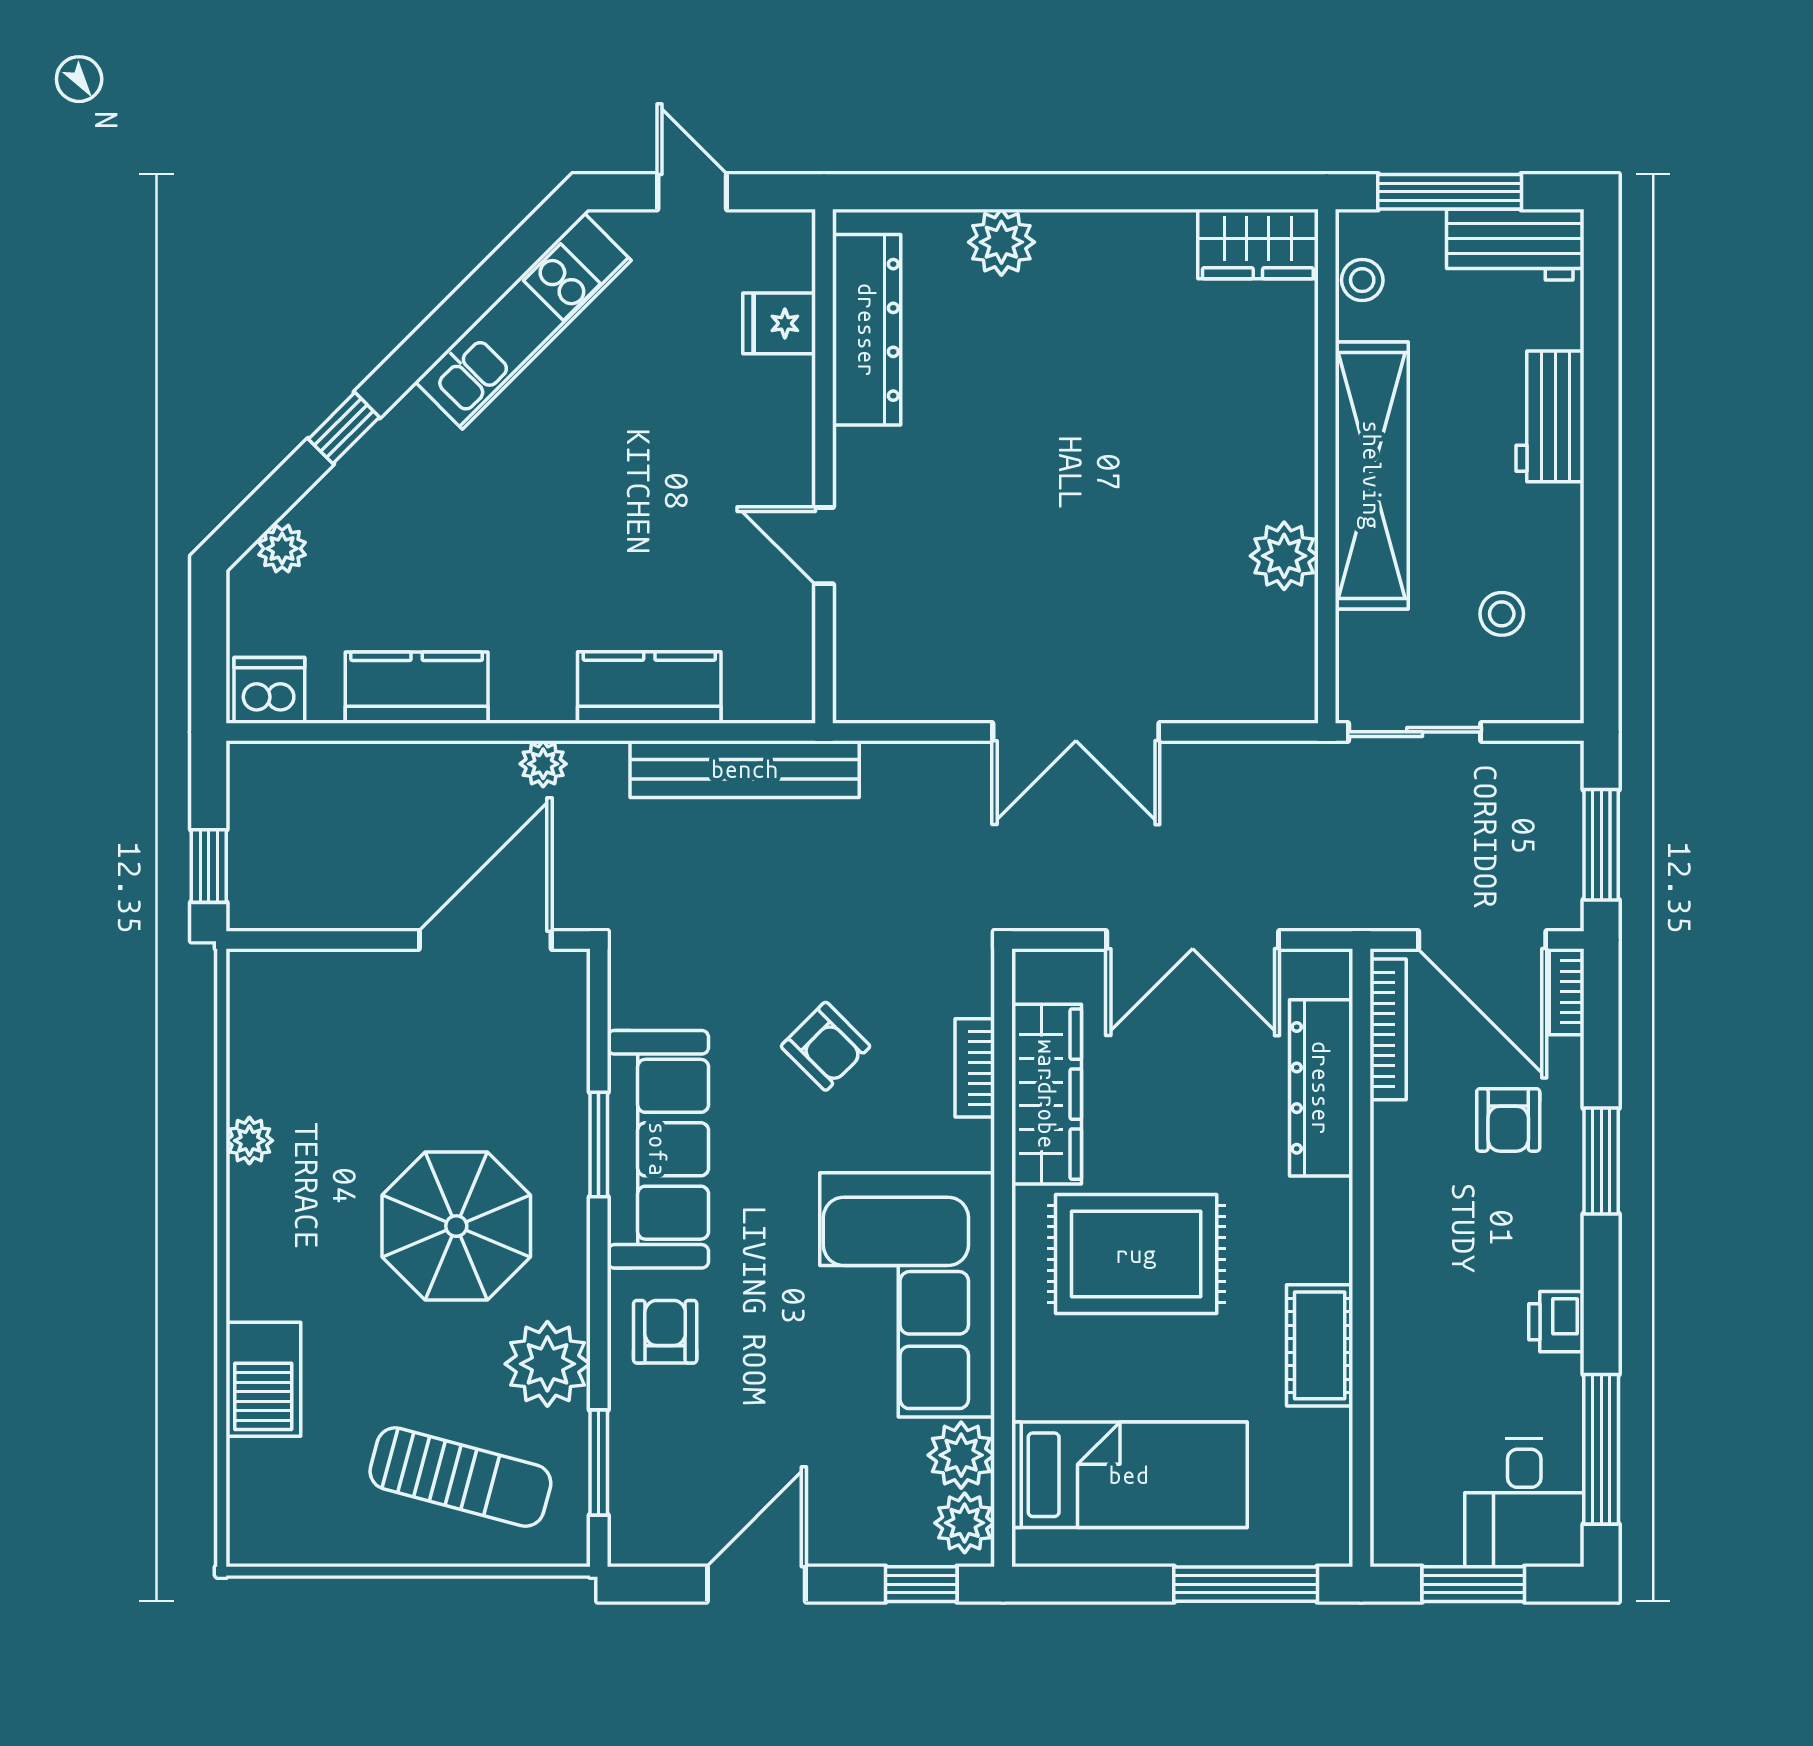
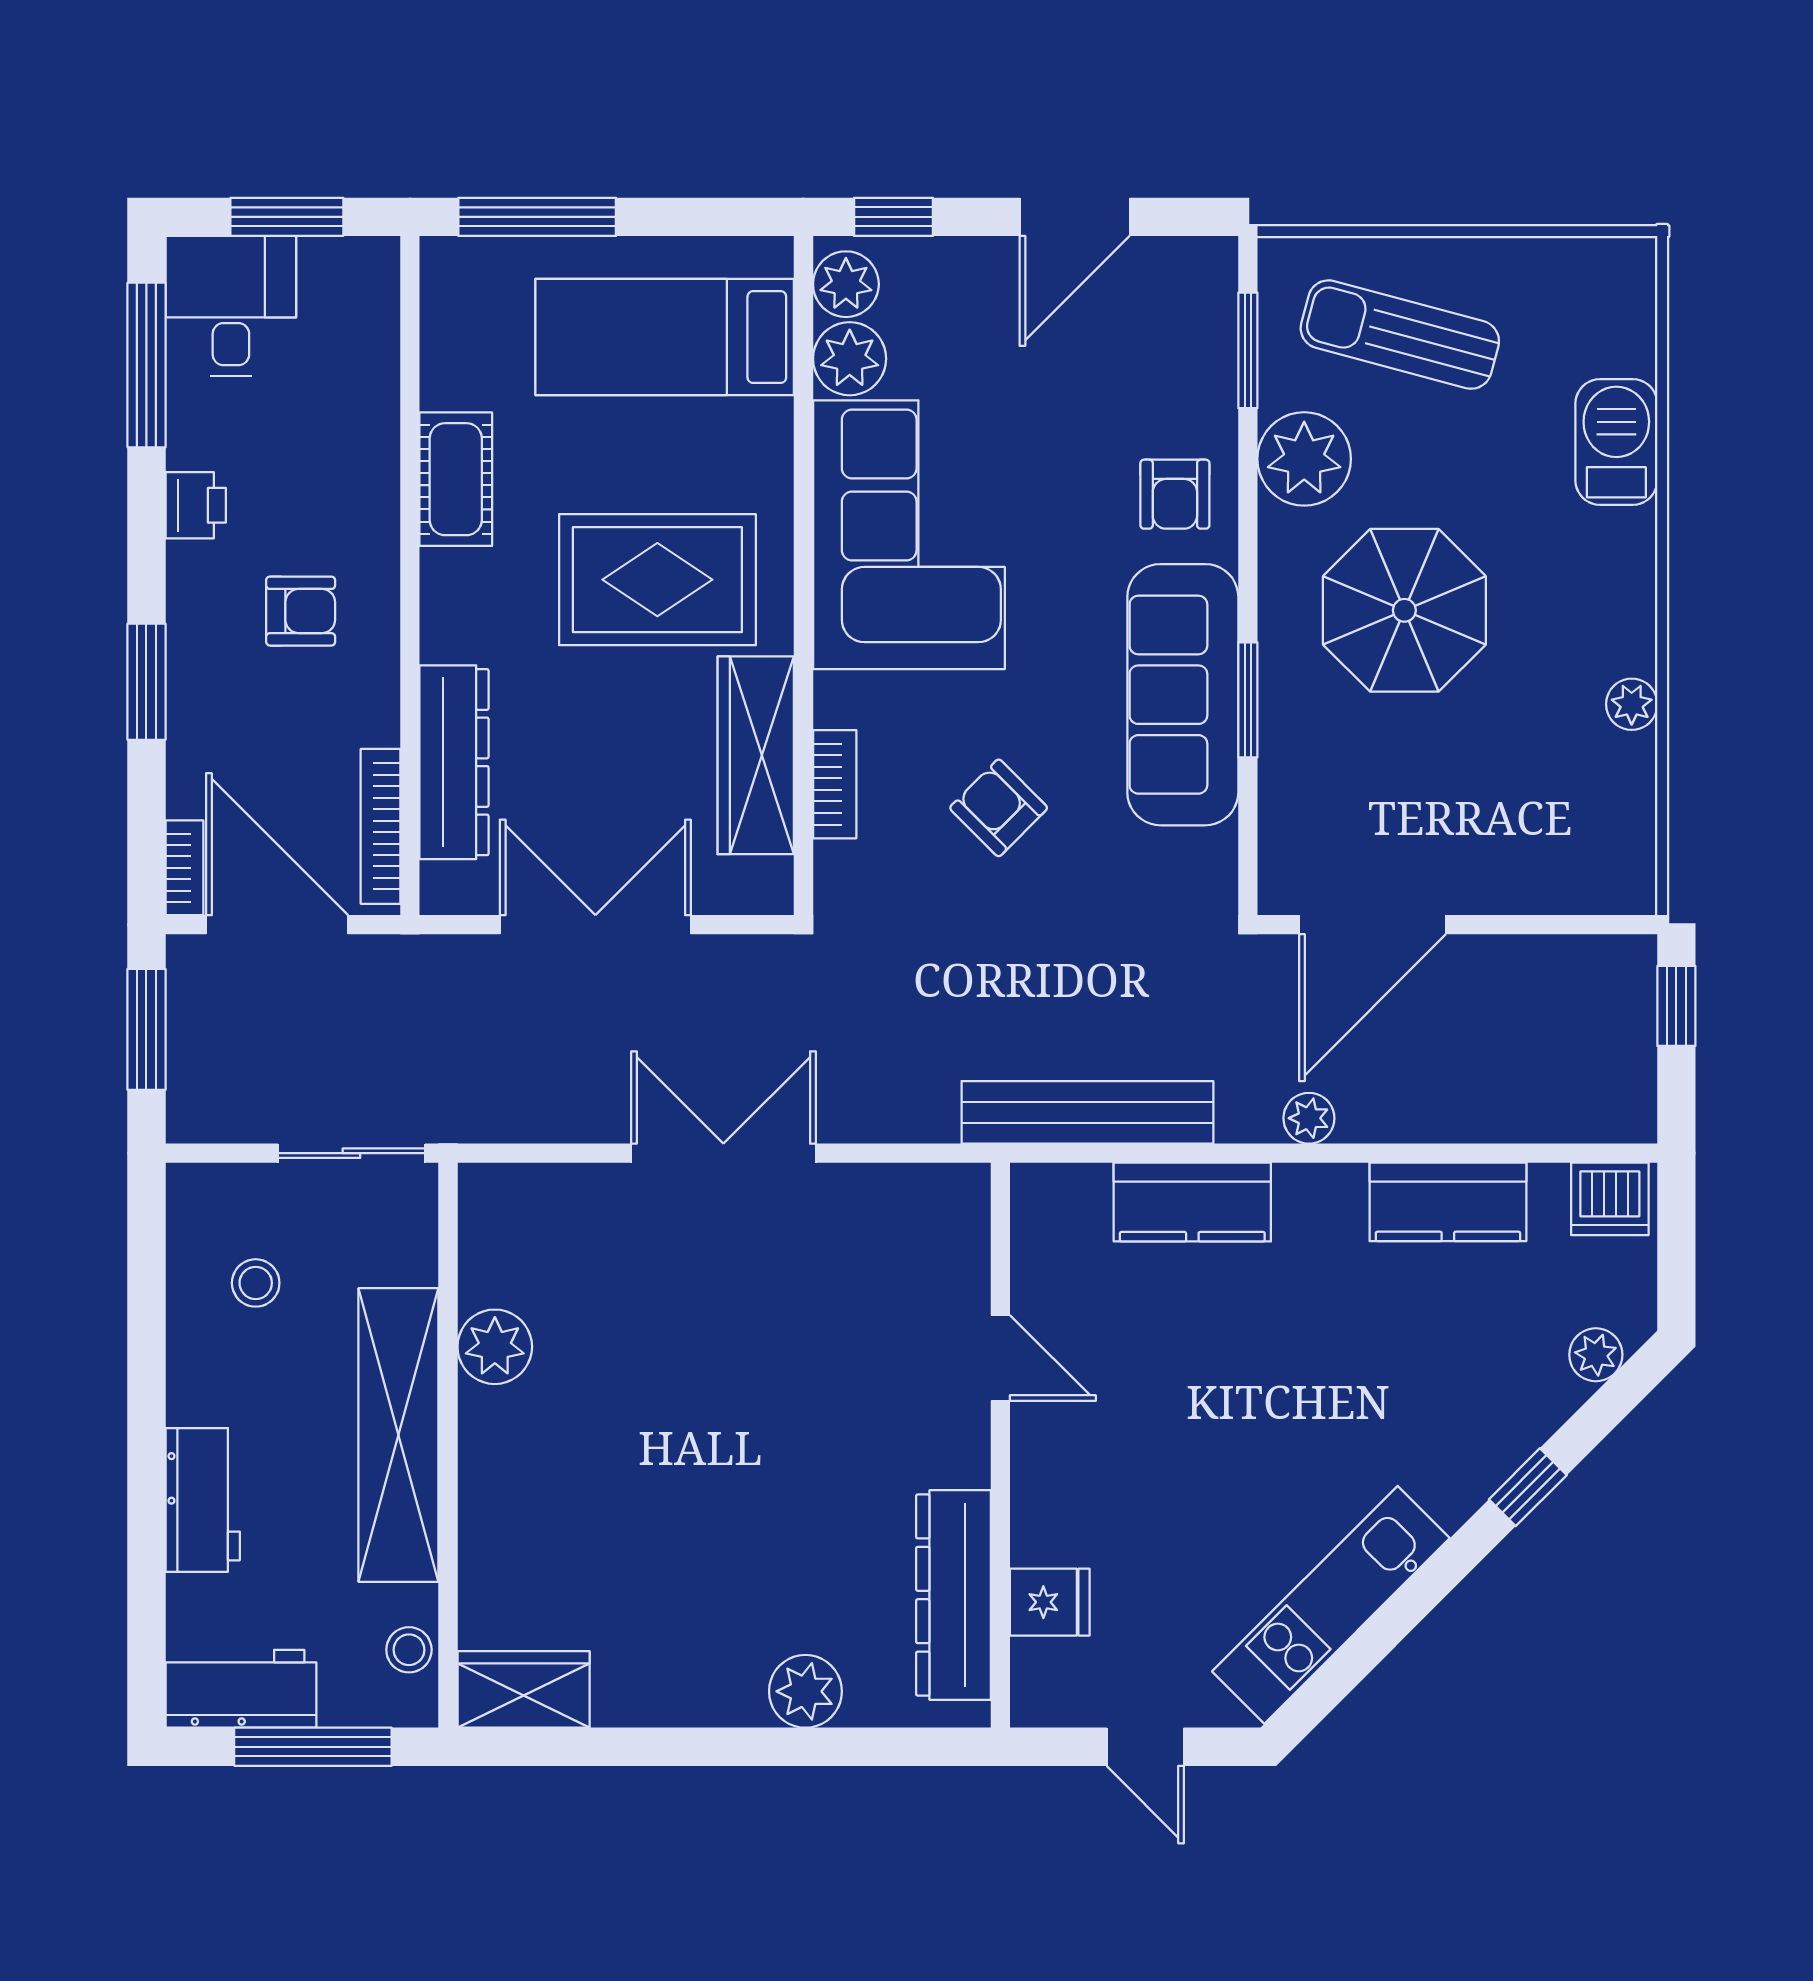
armchair: (1508, 1120) -> (301, 611), moved, turned 90

